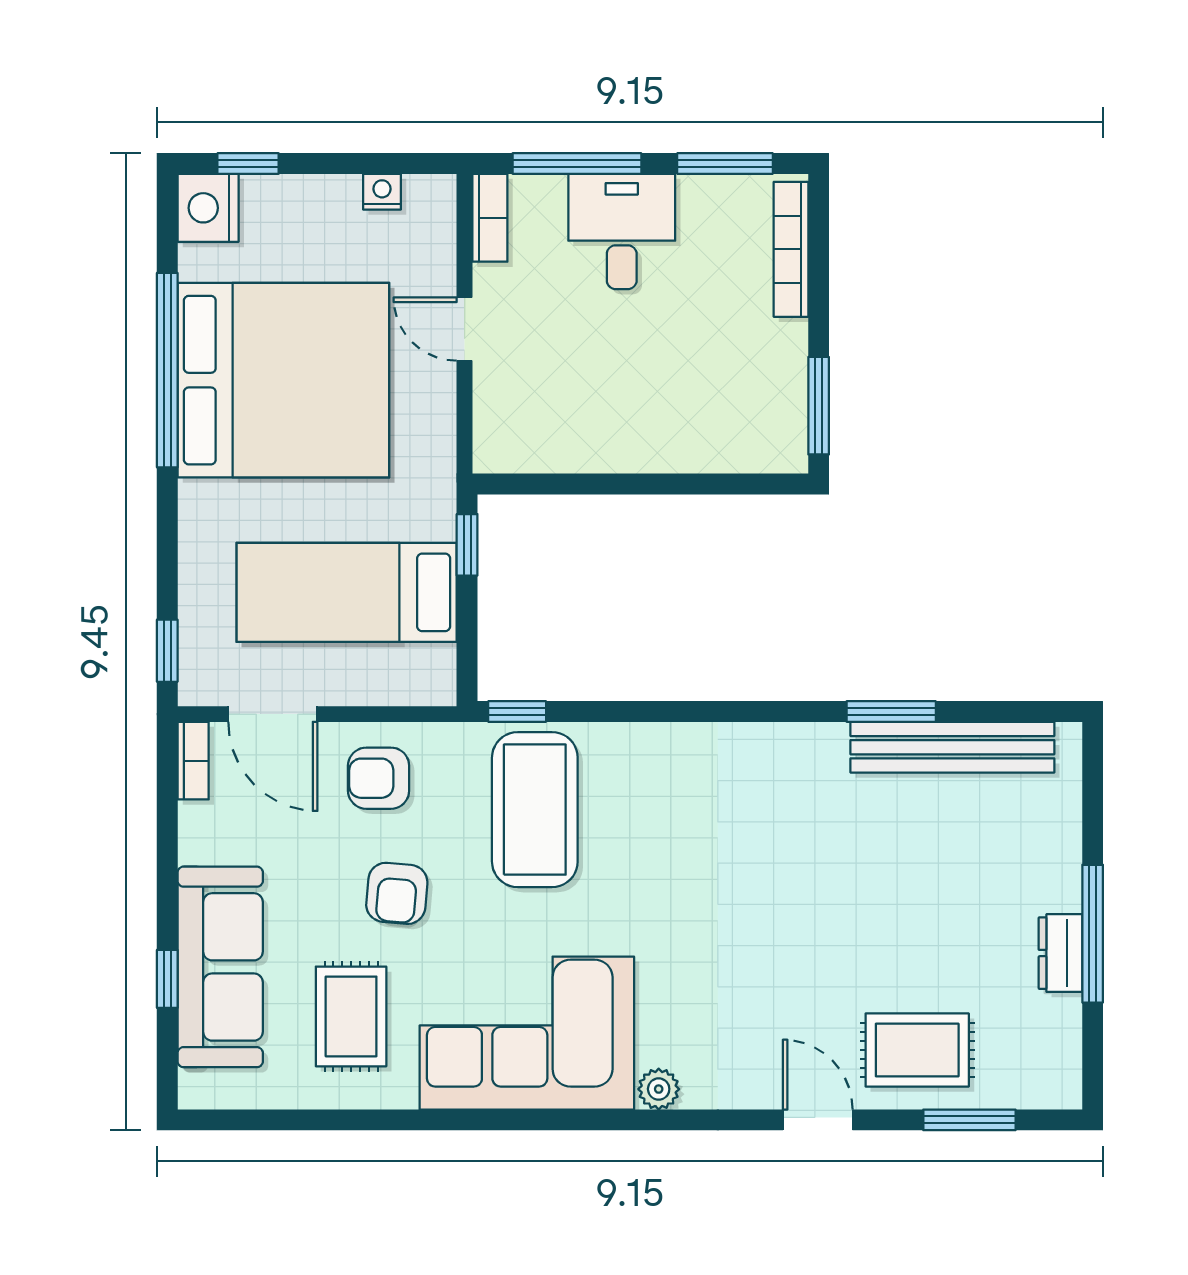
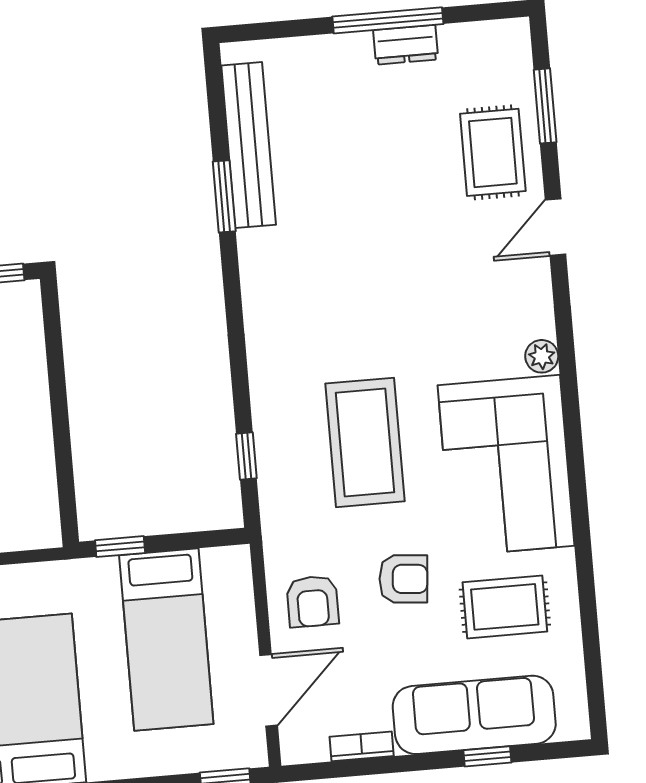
window: (517, 711) -> (246, 456), moved
bookcase: (193, 761) -> (362, 746), moved
coffee table: (535, 810) -> (365, 442), moved, turned 90

